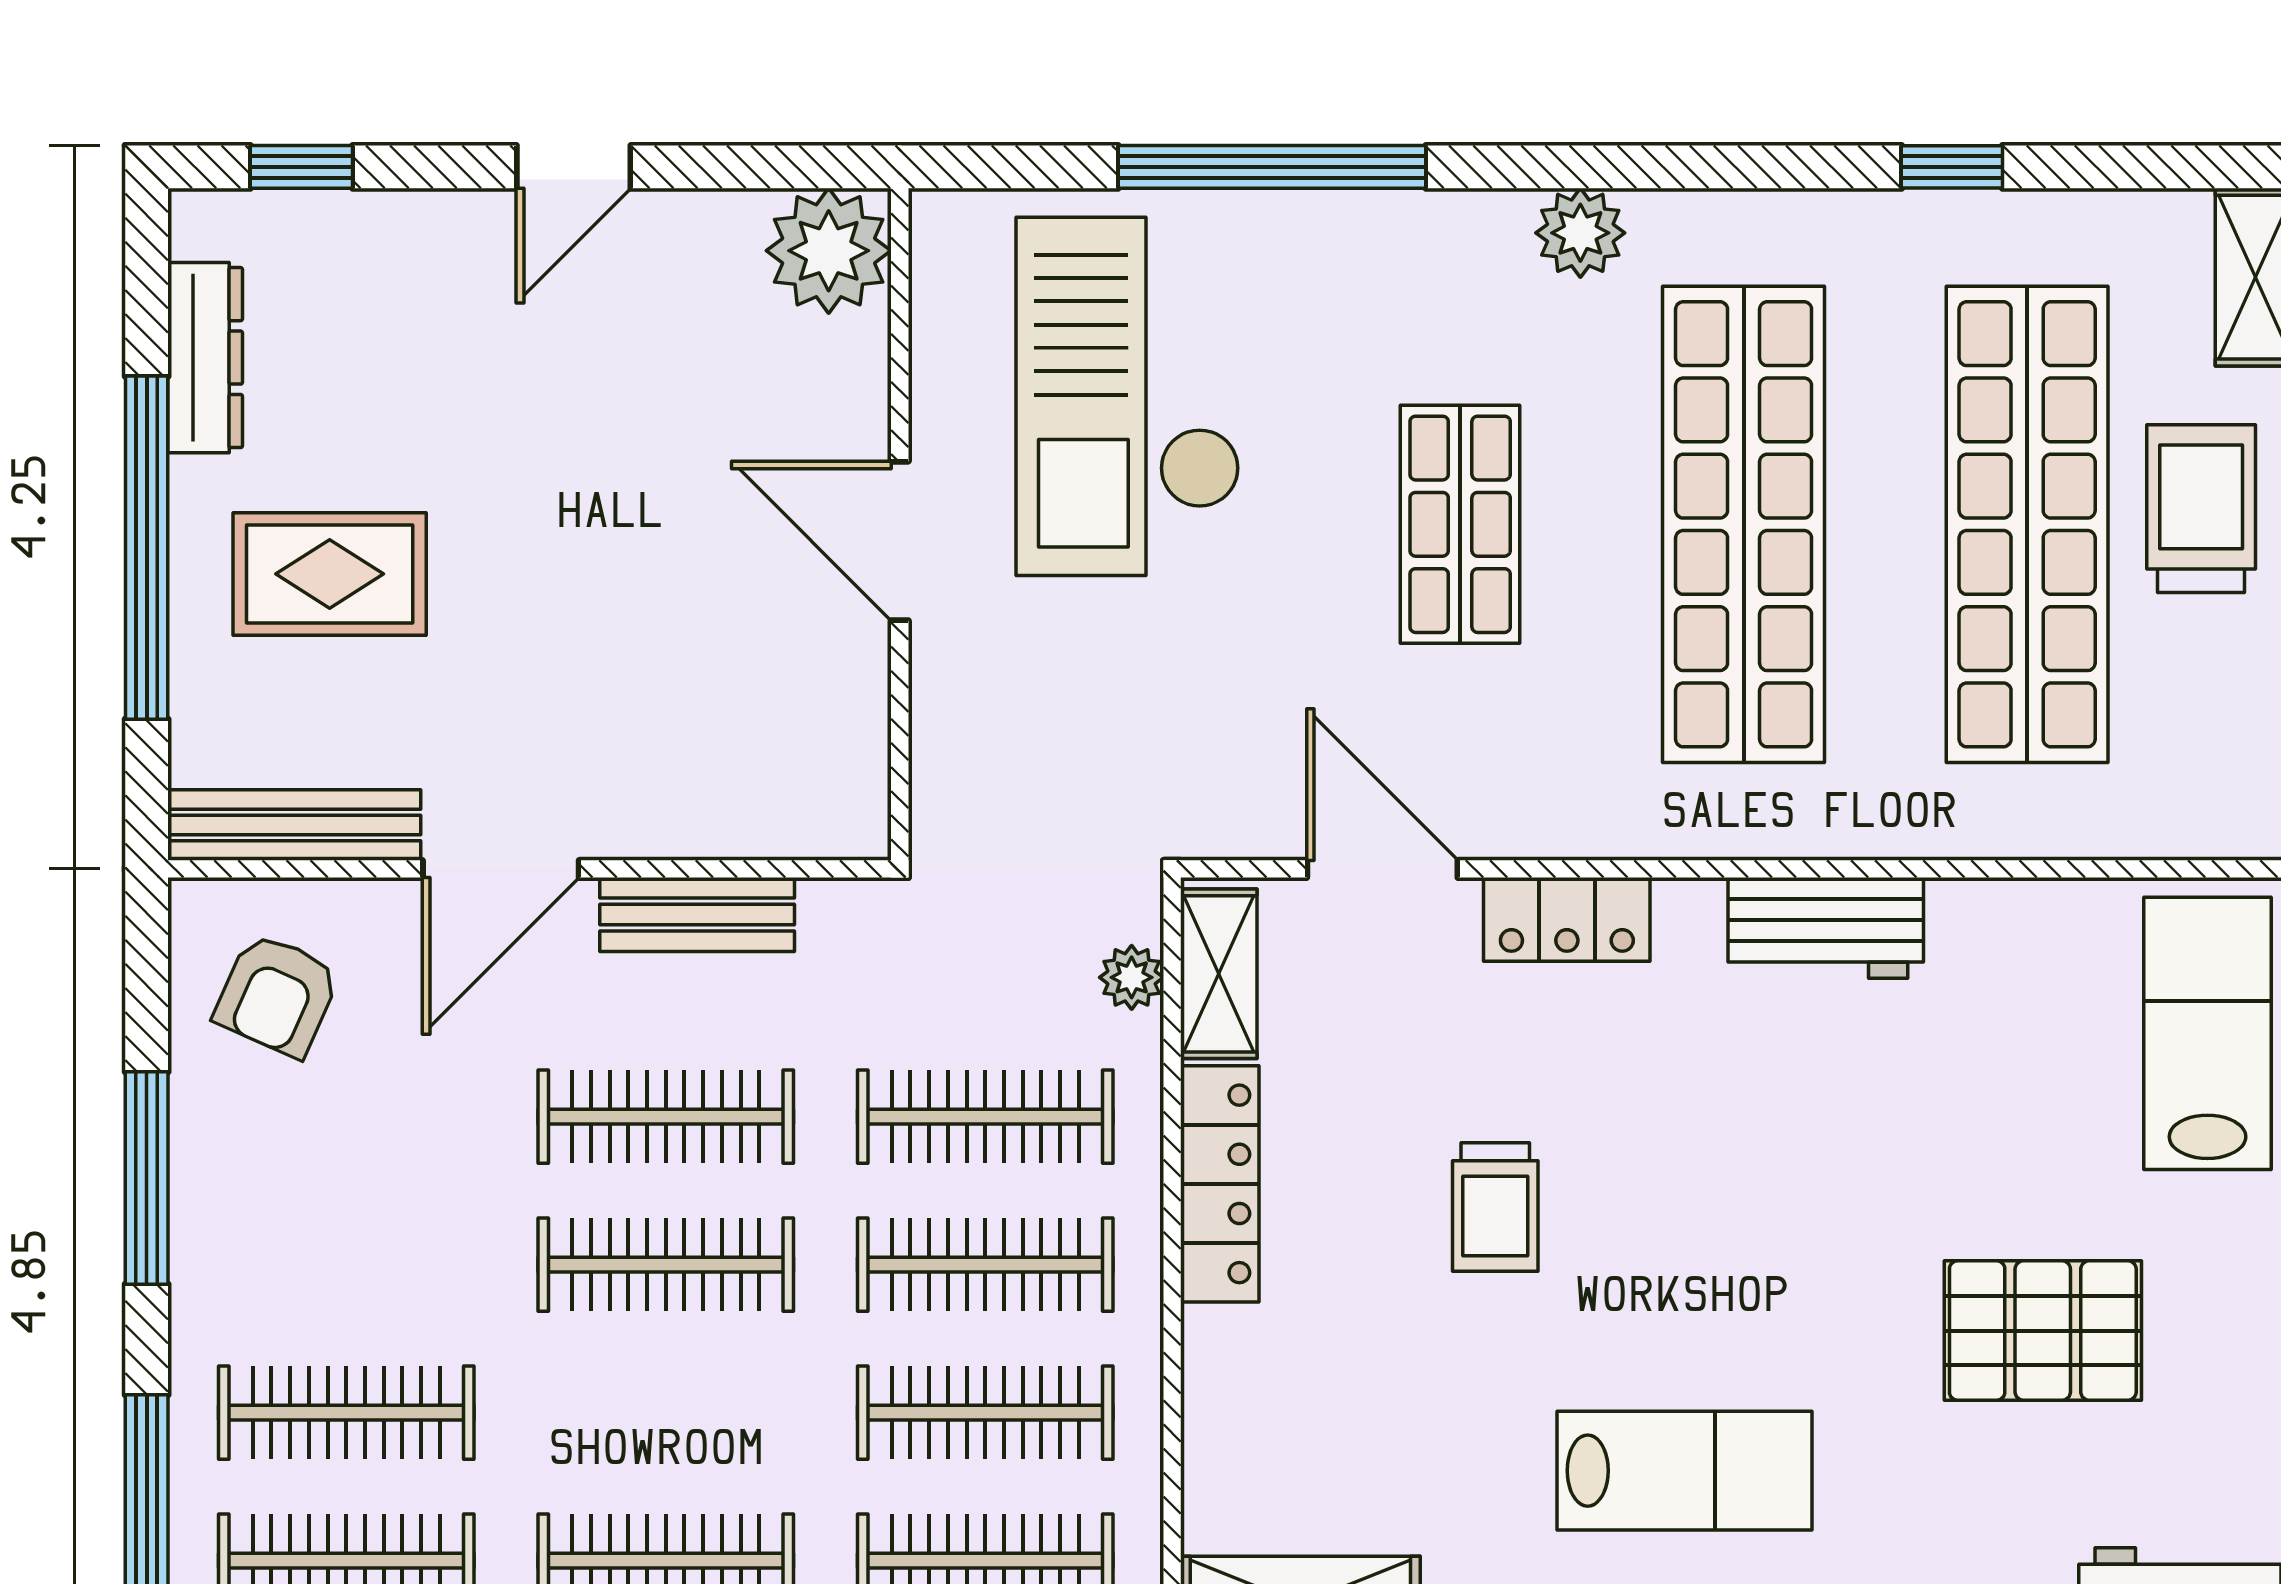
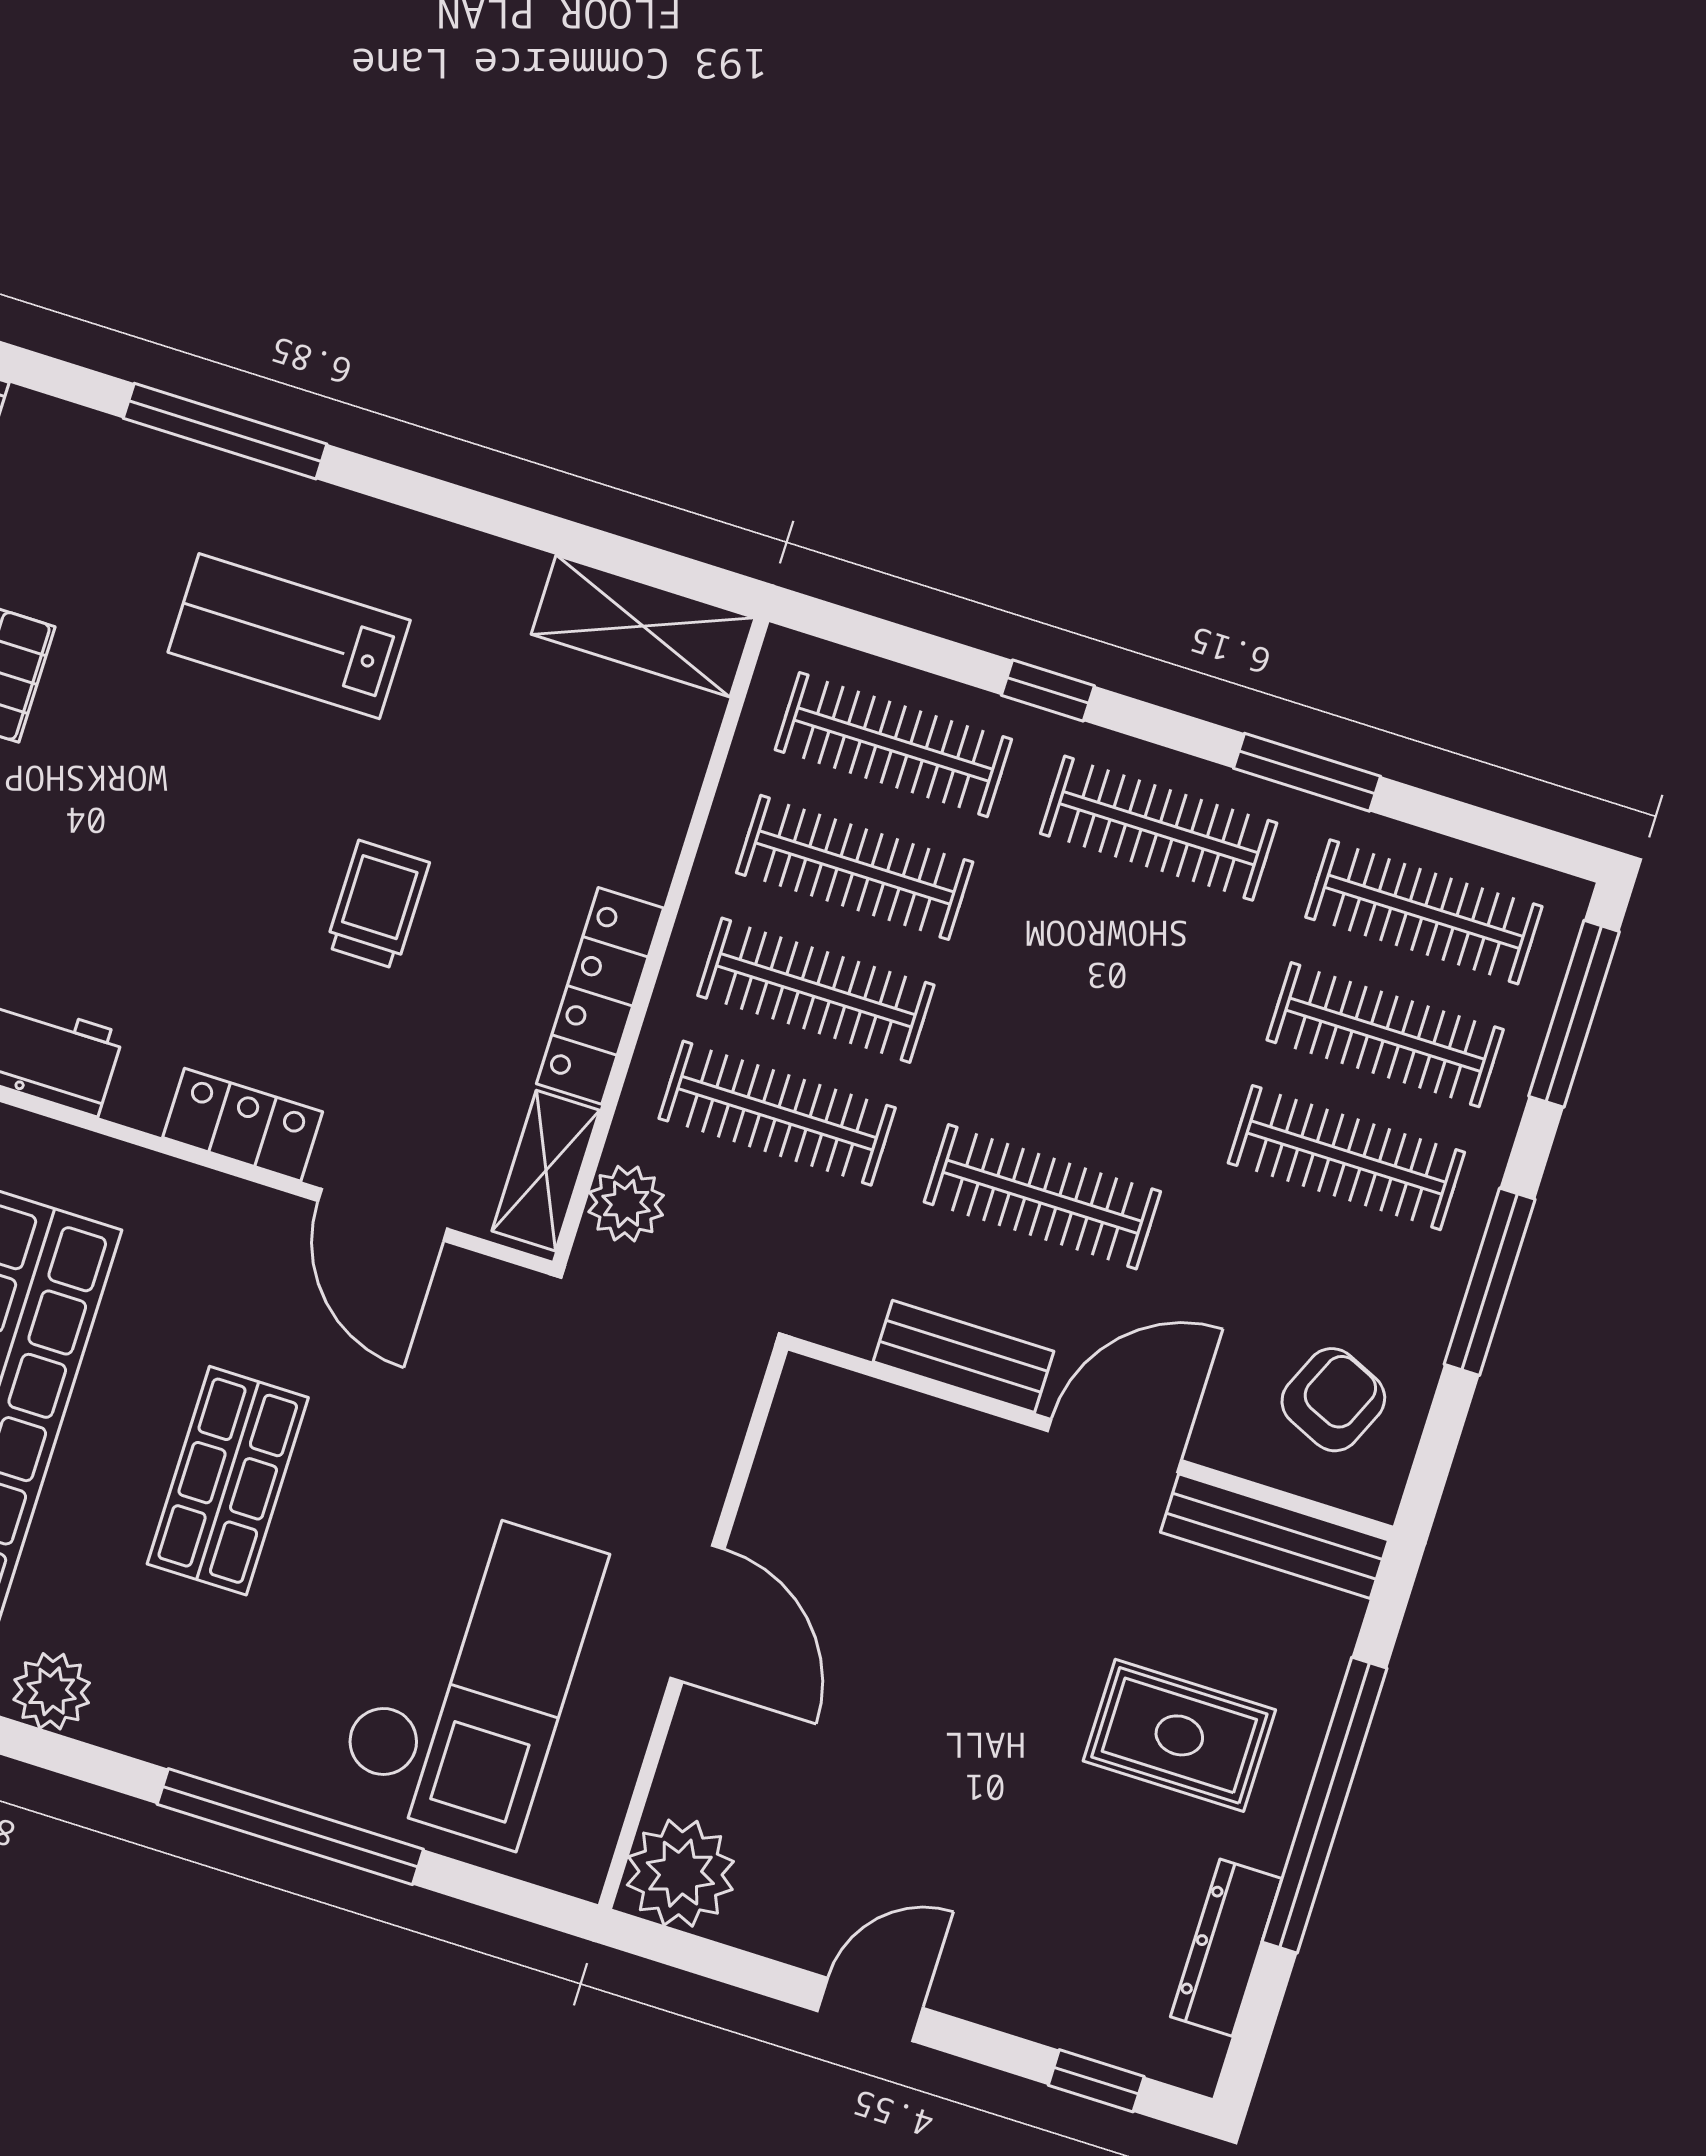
plant: (1132, 977) -> (626, 1204), width x1.38, depth x1.38
clothes rail: (666, 1265) -> (1346, 1158), moved

